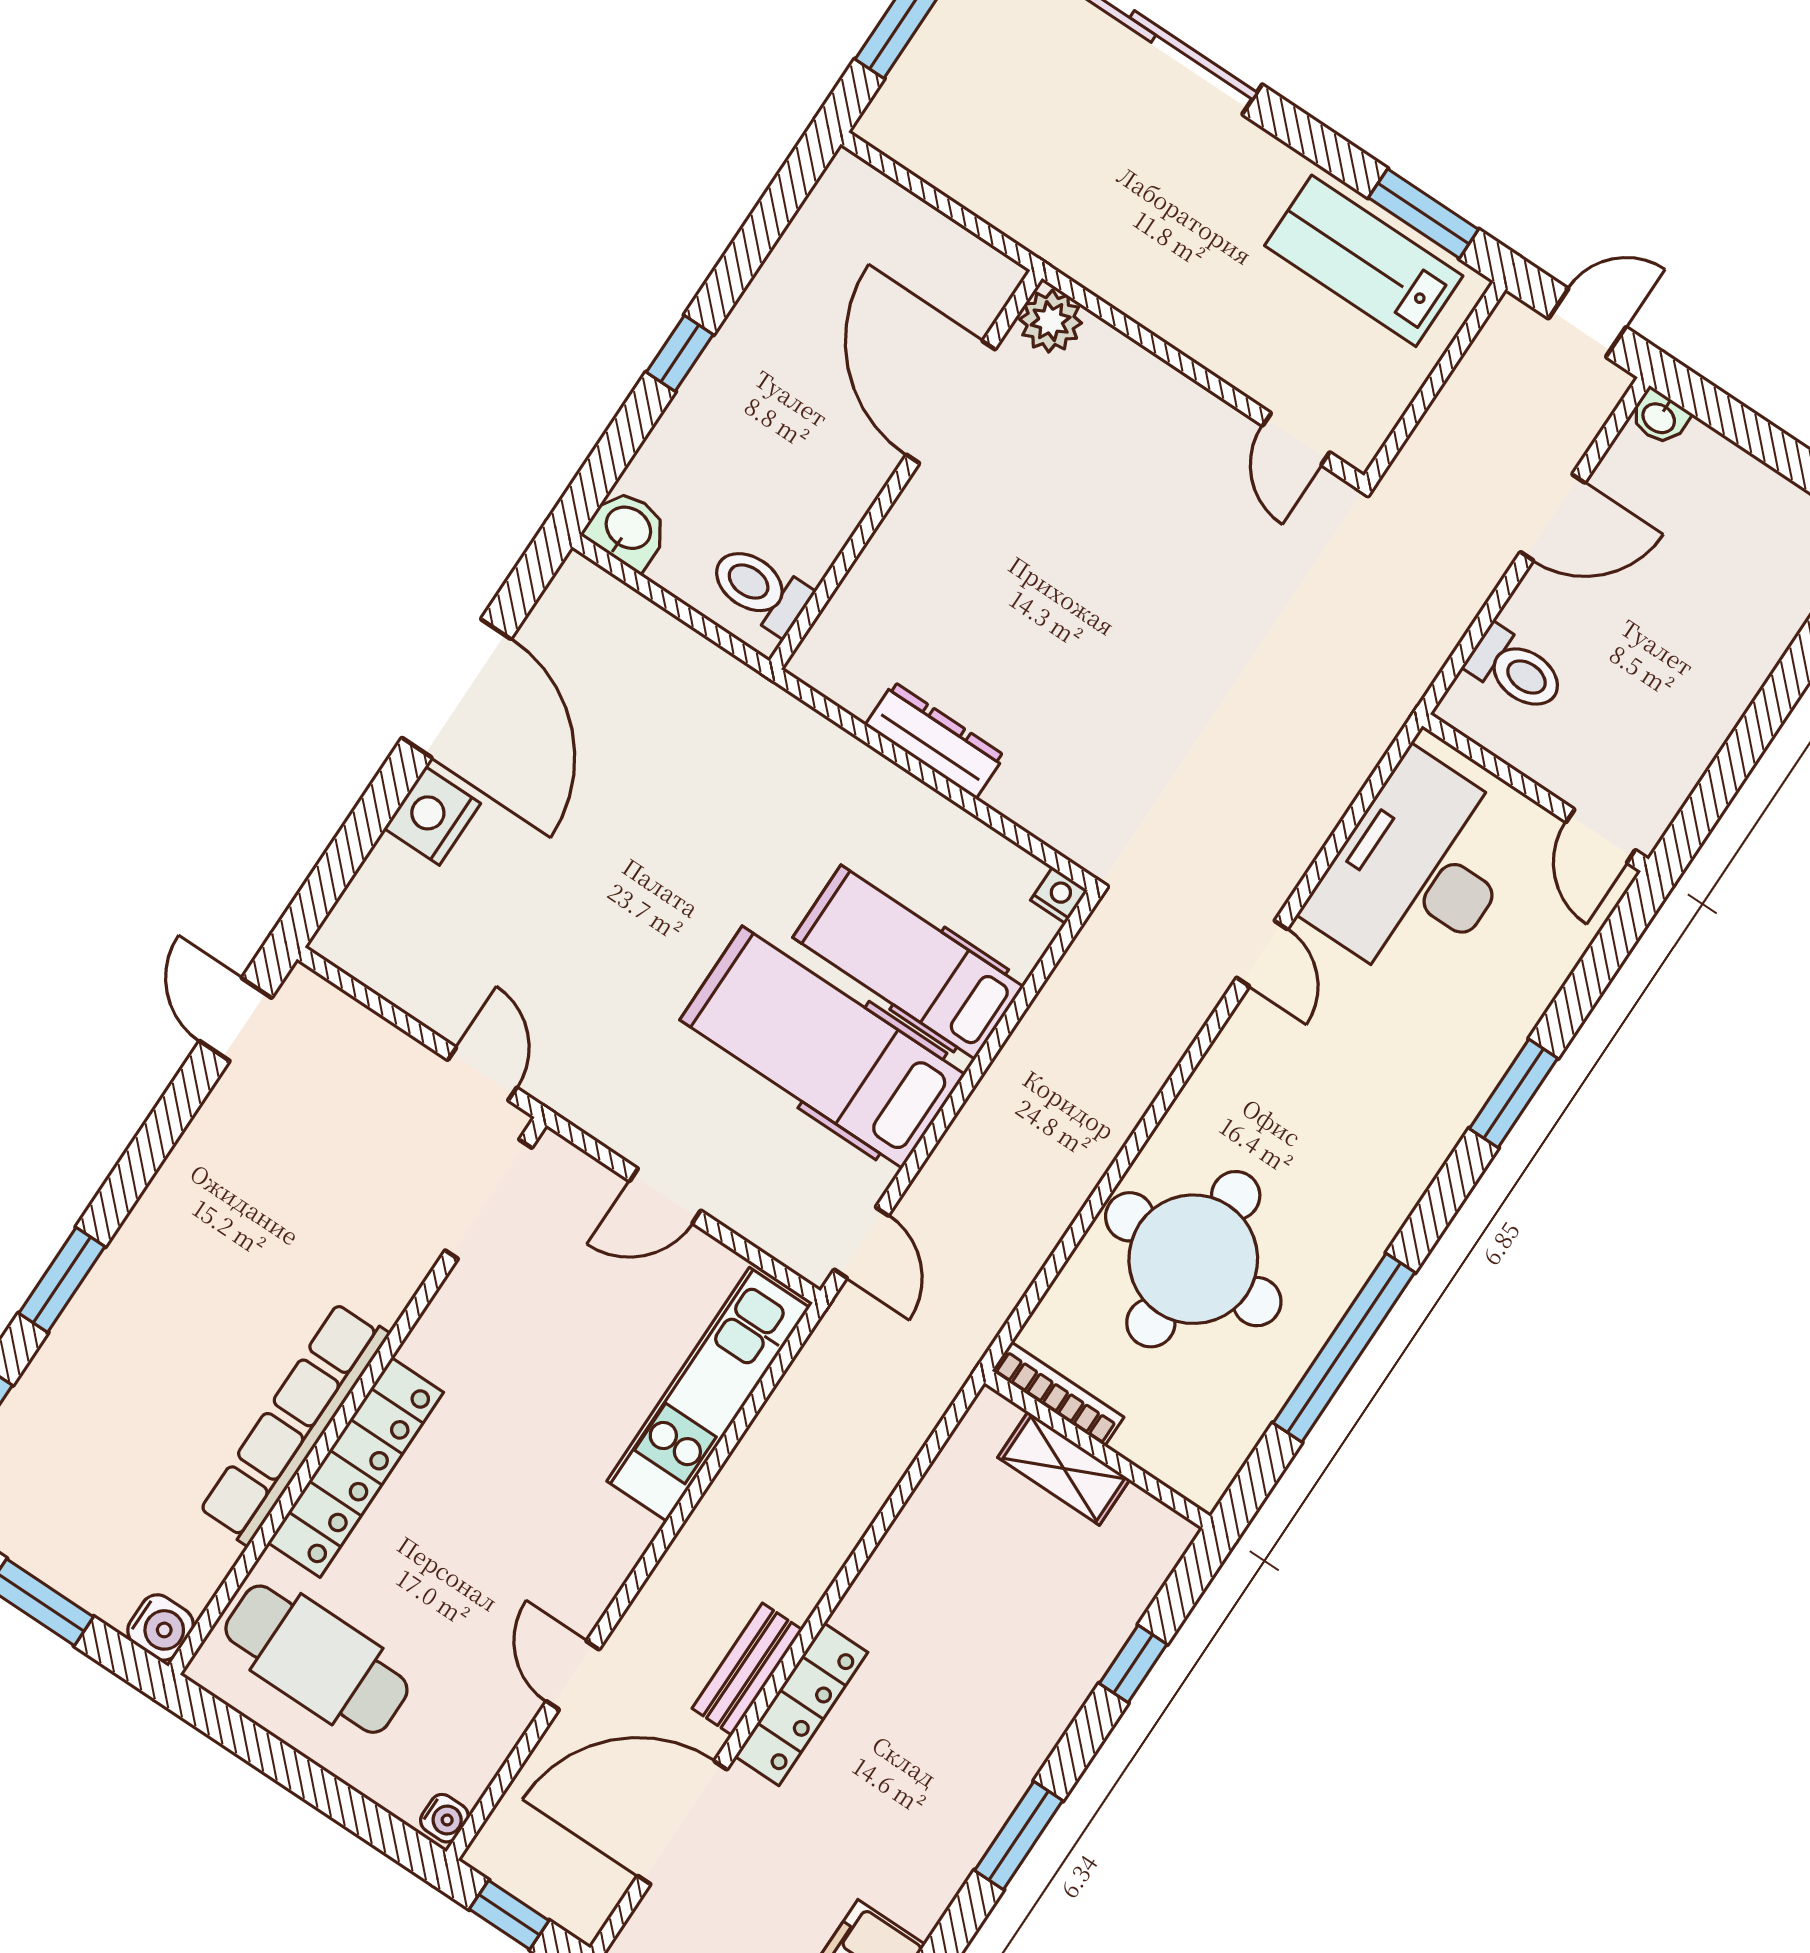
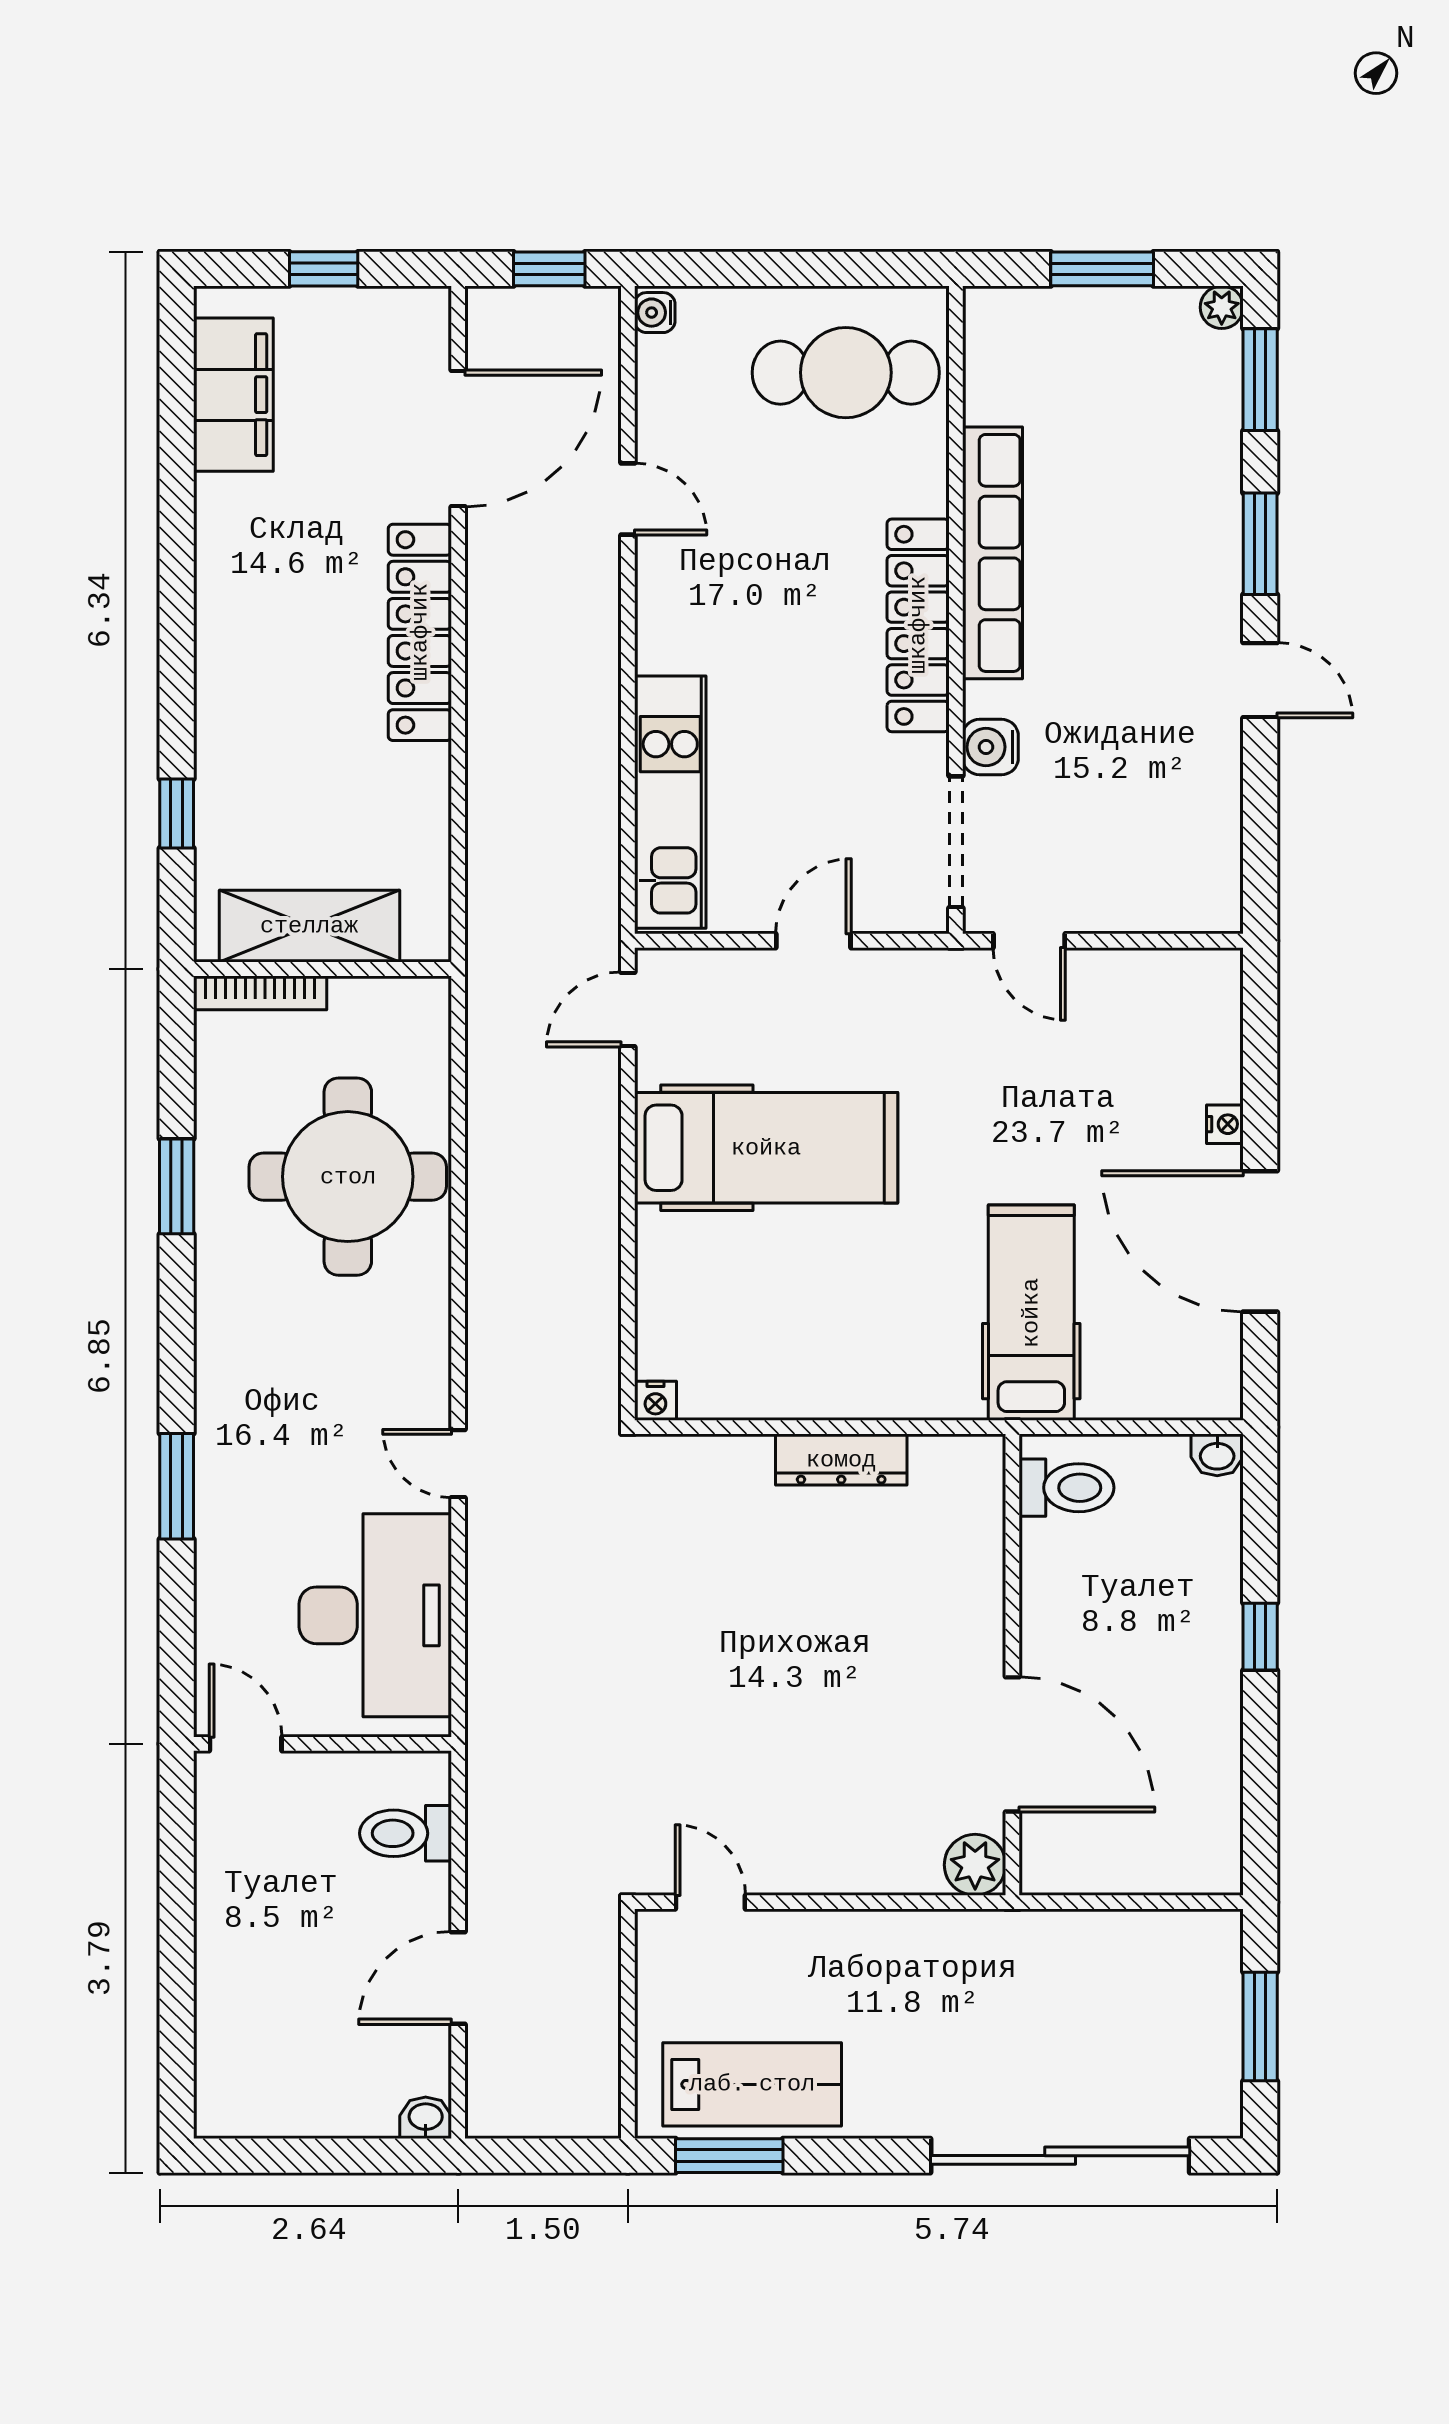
door: (1587, 323) -> (536, 2156), removed
washbasin: (627, 529) -> (1217, 1455), width x0.72, depth x0.69
nightstand: (432, 816) -> (1225, 1124), width x0.53, depth x0.56
hospital bed: (908, 962) -> (1031, 1313), moved, turned -90
door: (236, 1019) -> (1260, 680), moved
door: (861, 1243) -> (628, 1009), hinge flipped
window: (1344, 1348) -> (177, 1186), width x0.47
bookcase: (1058, 1394) -> (260, 993), moved
locker: (356, 1467) -> (918, 625), moved
shelving: (1064, 1468) -> (309, 926), width x1.50, depth x1.33
water cooler: (160, 1627) -> (990, 747), moved
bench: (747, 1669) -> (489, 599), removed
locker: (801, 1704) -> (420, 632), width x1.41, depth x1.21
window: (1019, 1835) -> (177, 611), removed

